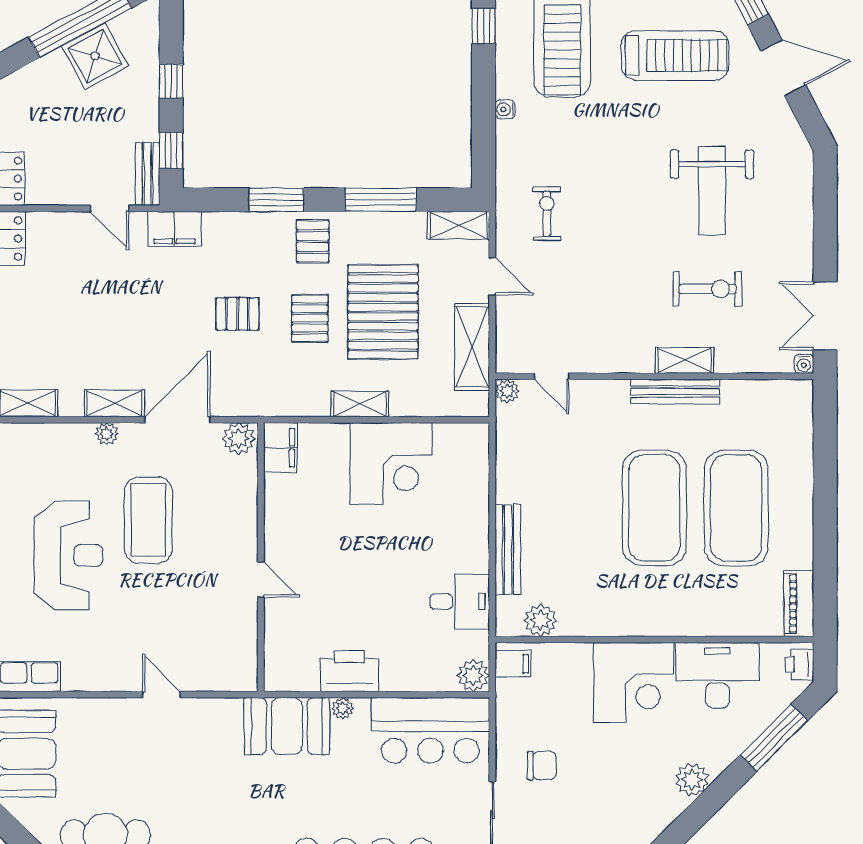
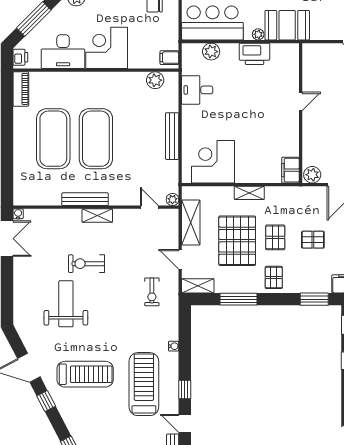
treadmill: (675, 55) -> (85, 374), turned 180
window: (276, 200) -> (314, 299), moved
exercise bike: (707, 289) -> (86, 264), moved
shelving: (685, 360) -> (97, 216), moved
corner desk: (391, 464) -> (213, 162), moved
bench: (508, 550) -> (172, 136), moved
door: (261, 579) -> (301, 101), swing flipped
plant: (473, 675) -> (211, 52), moved

